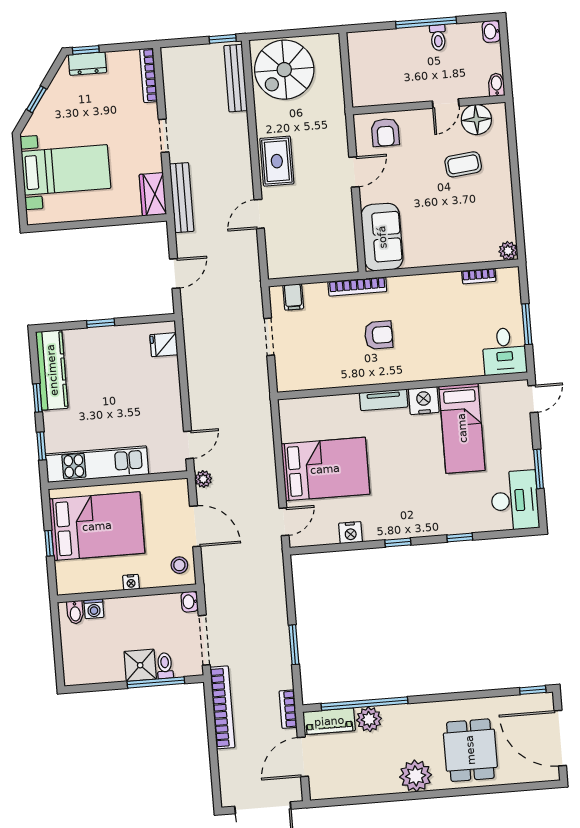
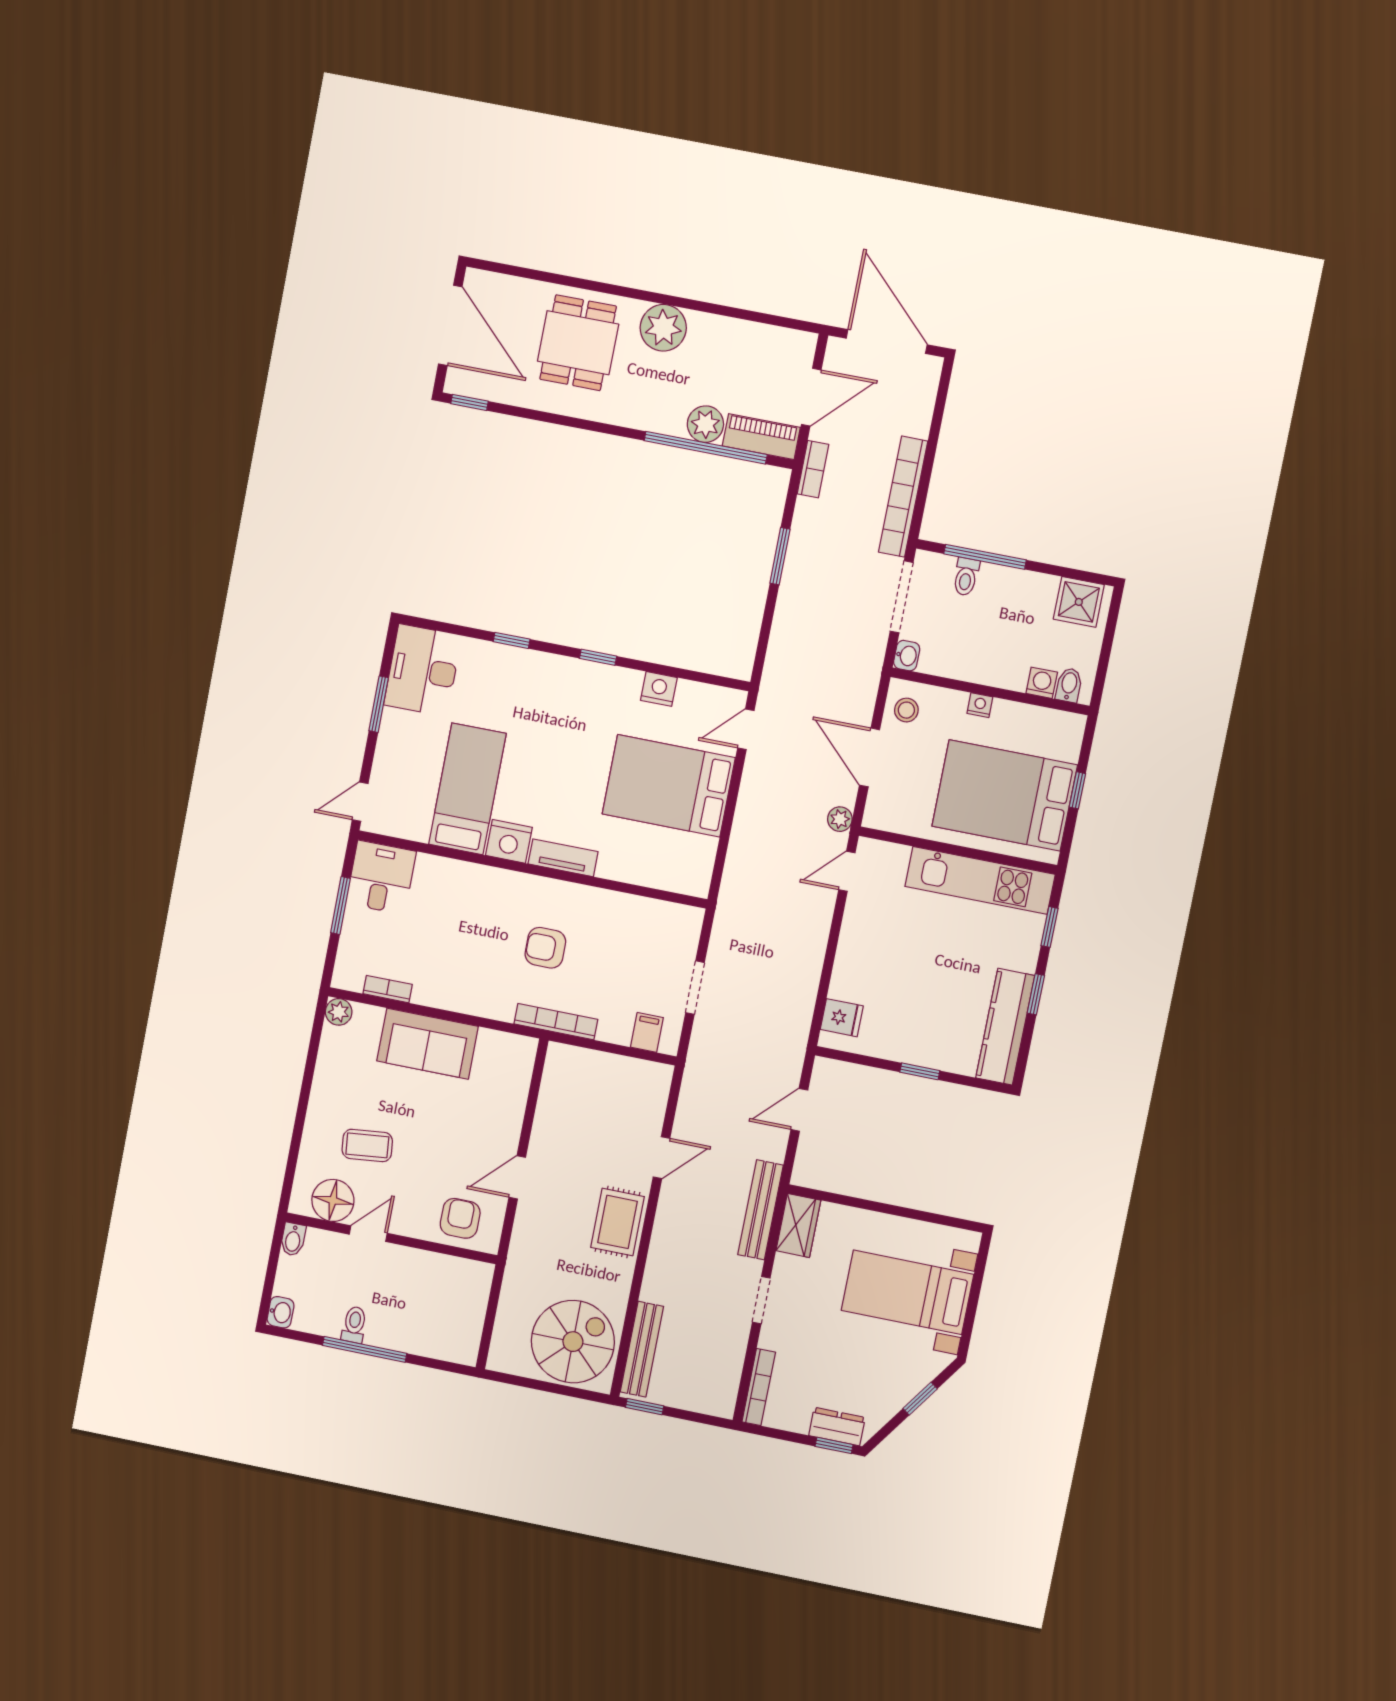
sofa: (382, 237) -> (428, 1044), moved, turned -90
shower: (140, 665) -> (1079, 602), moved

